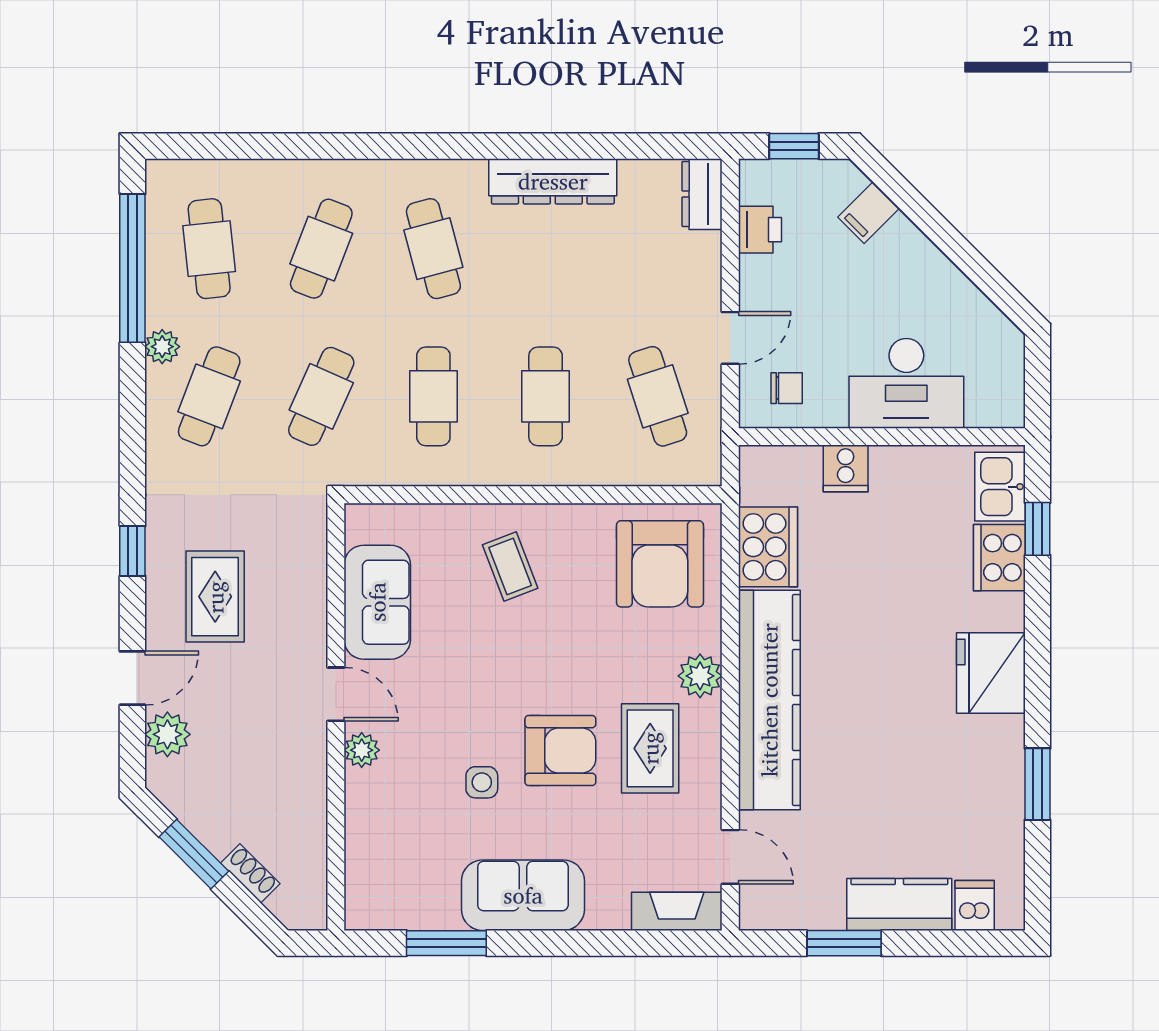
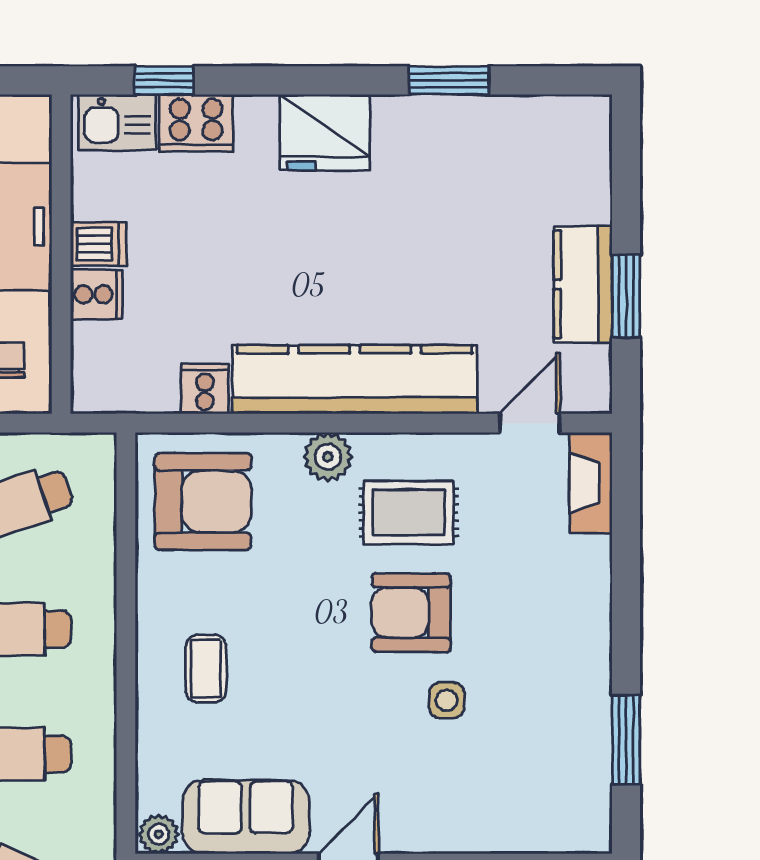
cooker: (768, 547) -> (205, 389), width x0.53, depth x0.76
coffee table: (510, 567) -> (206, 669), turned -69
plant: (362, 750) -> (159, 834), moved
armchair: (560, 750) -> (411, 613), turned -90
sofa: (523, 895) -> (573, 654), removed
kitchen counter: (899, 905) -> (583, 284), moved
dishwasher: (975, 906) -> (98, 244), moved, turned 180

